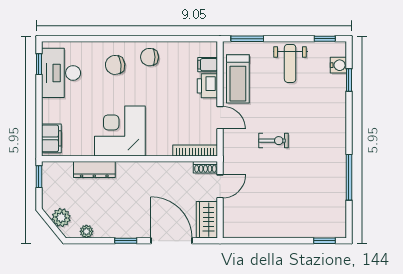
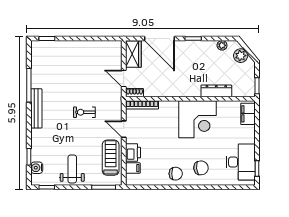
bench: (339, 146) -> (36, 108), added
door: (220, 186) -> (124, 78), hinge flipped

